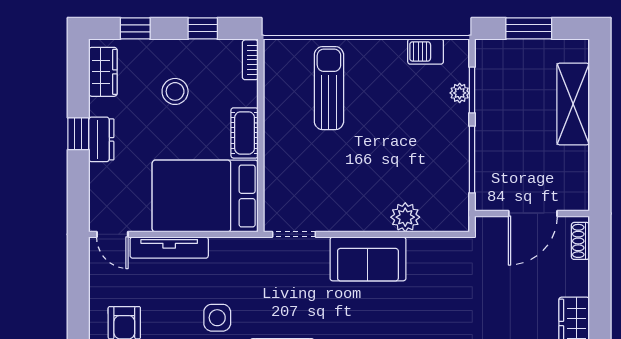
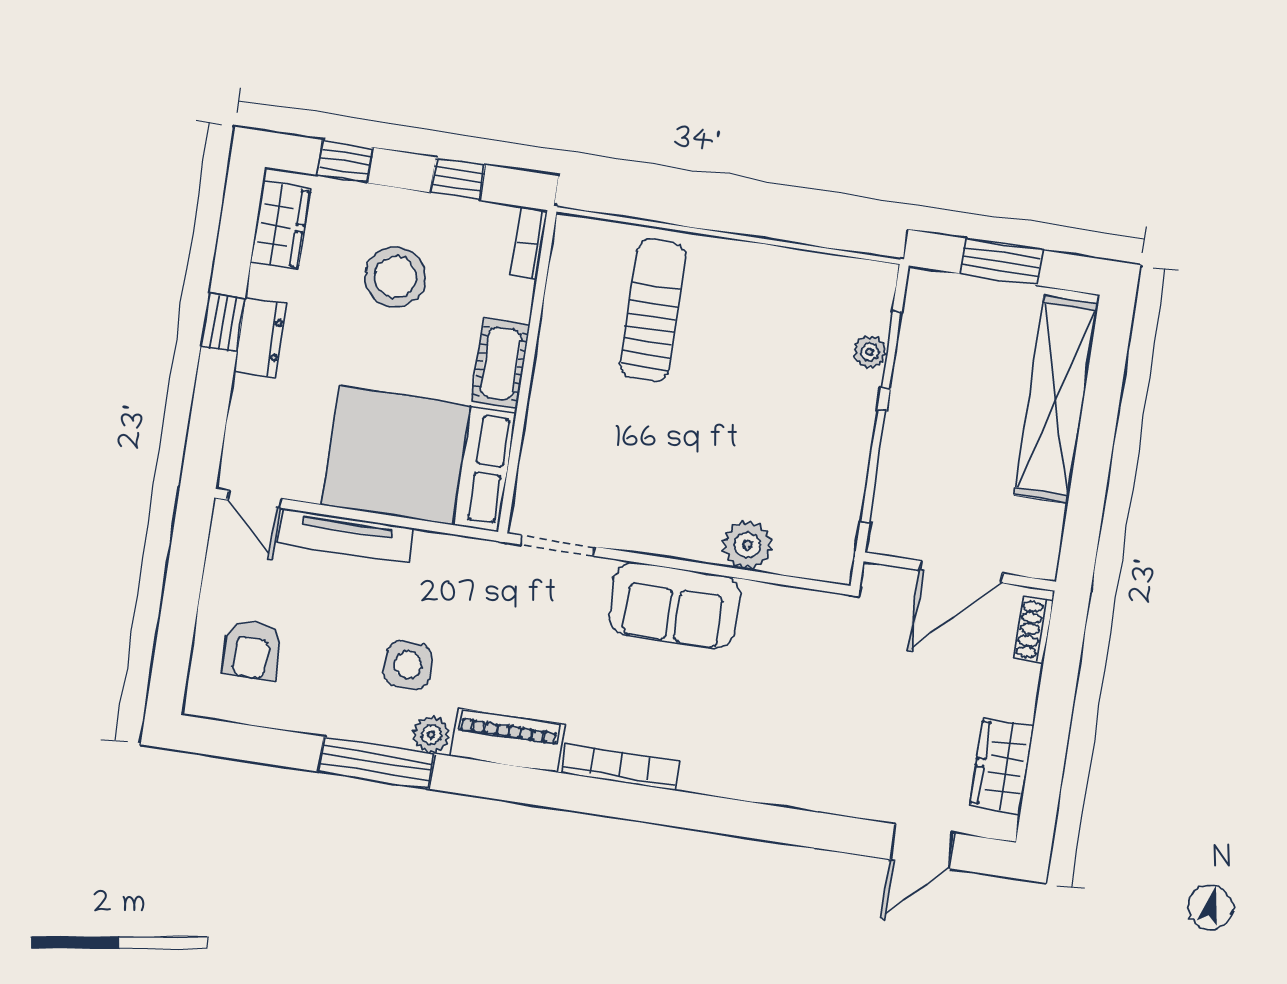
barbecue: (426, 51) -> (823, 274), removed
stool: (175, 91) -> (395, 277), width x1.38, depth x1.38
shelving: (573, 104) -> (1056, 399), width x1.47

